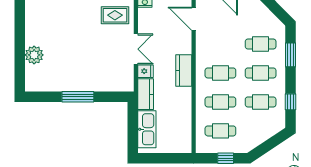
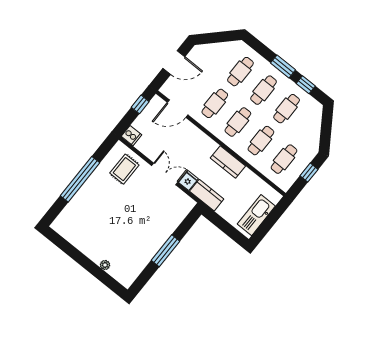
cafe table: (220, 44) -> (215, 103), added
plant: (34, 55) -> (105, 265), width x0.53, depth x0.53
window: (291, 55) -> (283, 66), moved
kitchen counter: (184, 70) -> (228, 162), moved
kitchen sink: (147, 129) -> (256, 215), moved, turned -90

